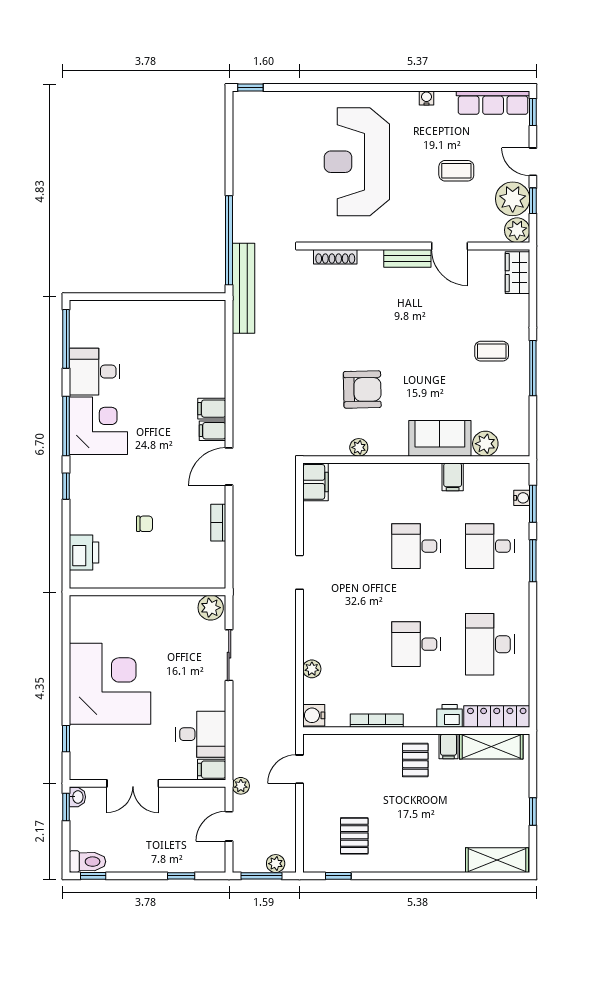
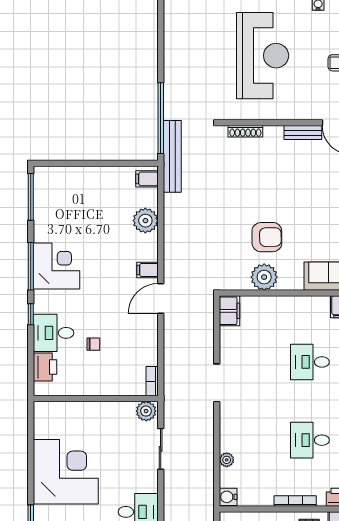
reception desk: (357, 162) -> (263, 56), turned 180
plant: (210, 369) -> (145, 221), added
desk: (95, 372) -> (54, 333), moved
filing cabinet: (212, 409) -> (147, 179), moved
plant: (359, 447) -> (264, 277), width x1.87, depth x1.87
bookcase: (218, 523) -> (152, 381), moved
doorway: (299, 572) -> (217, 383), width x1.38
bookcase: (377, 721) -> (295, 501), moved

